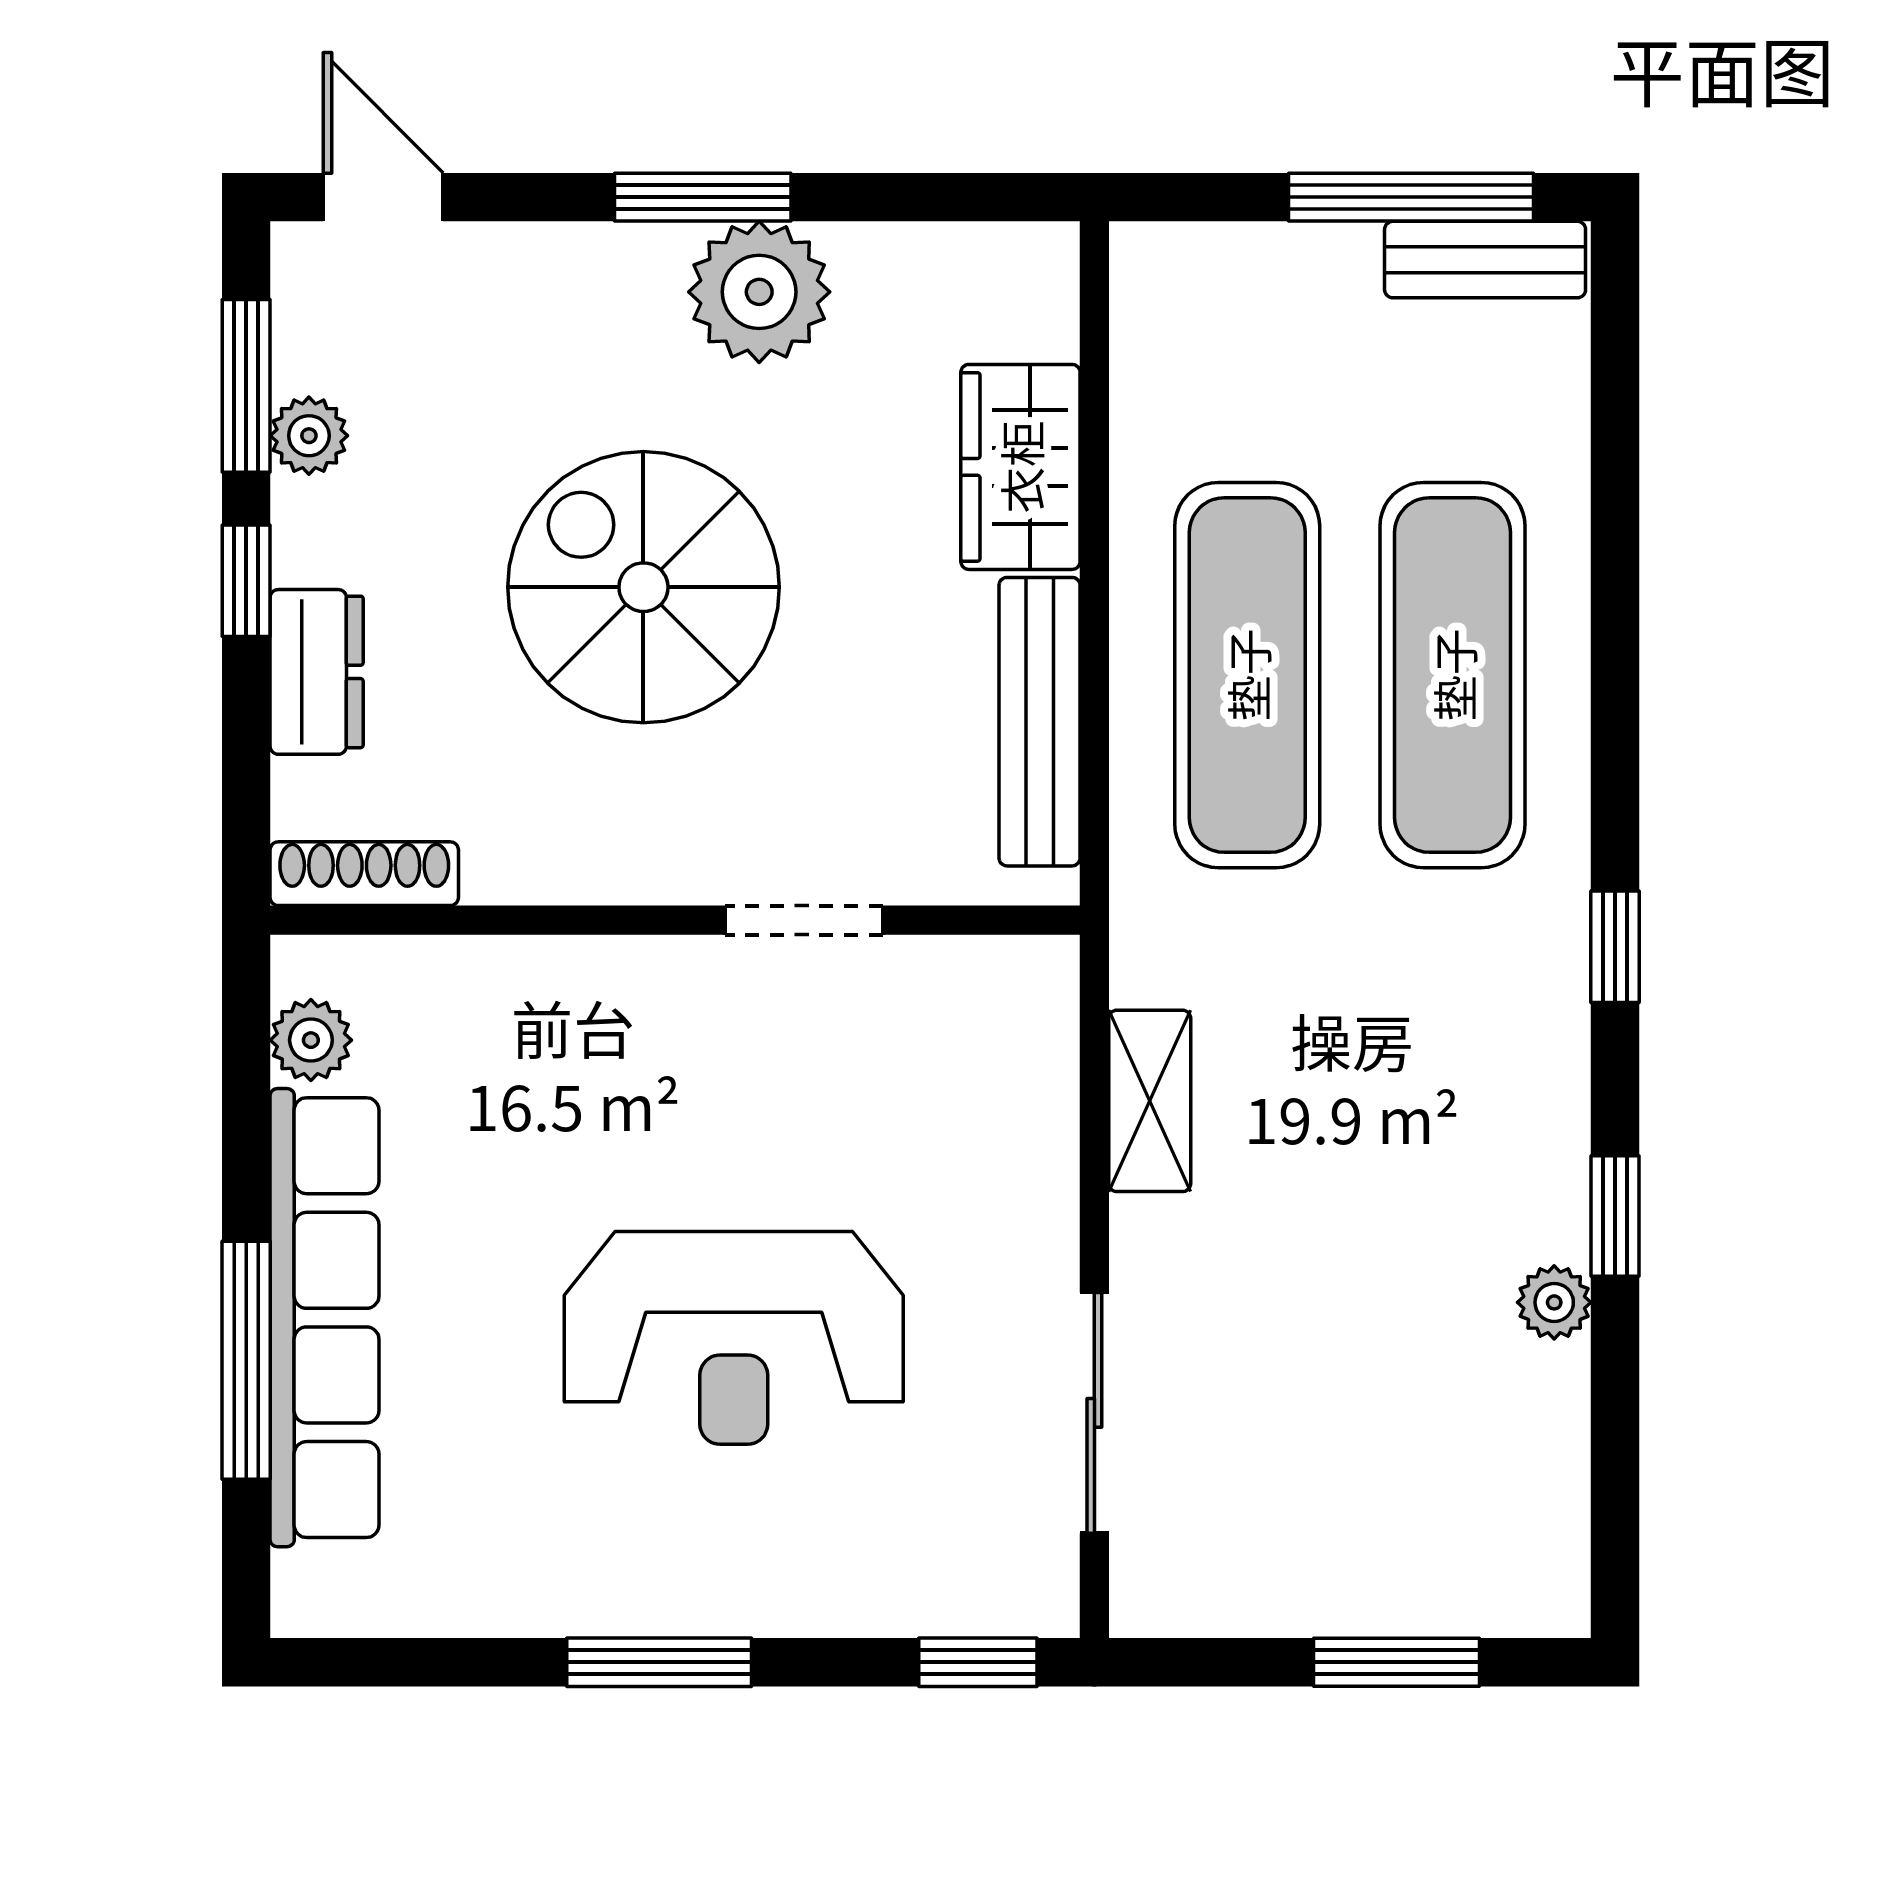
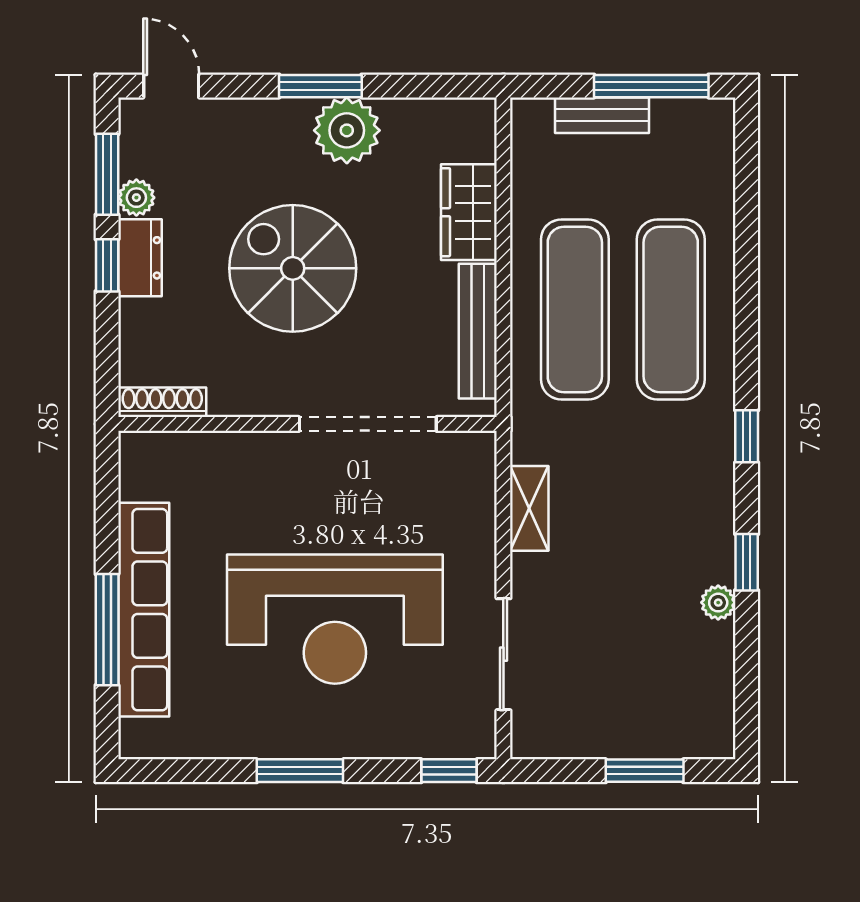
bench: (1485, 260) -> (602, 115), moved
dresser: (317, 672) -> (140, 258), moved
doorway: (804, 920) -> (368, 424), width x1.88
plant: (311, 1040) -> (137, 480), removed
reception desk: (734, 1338) -> (335, 619), width x1.36, depth x1.30

